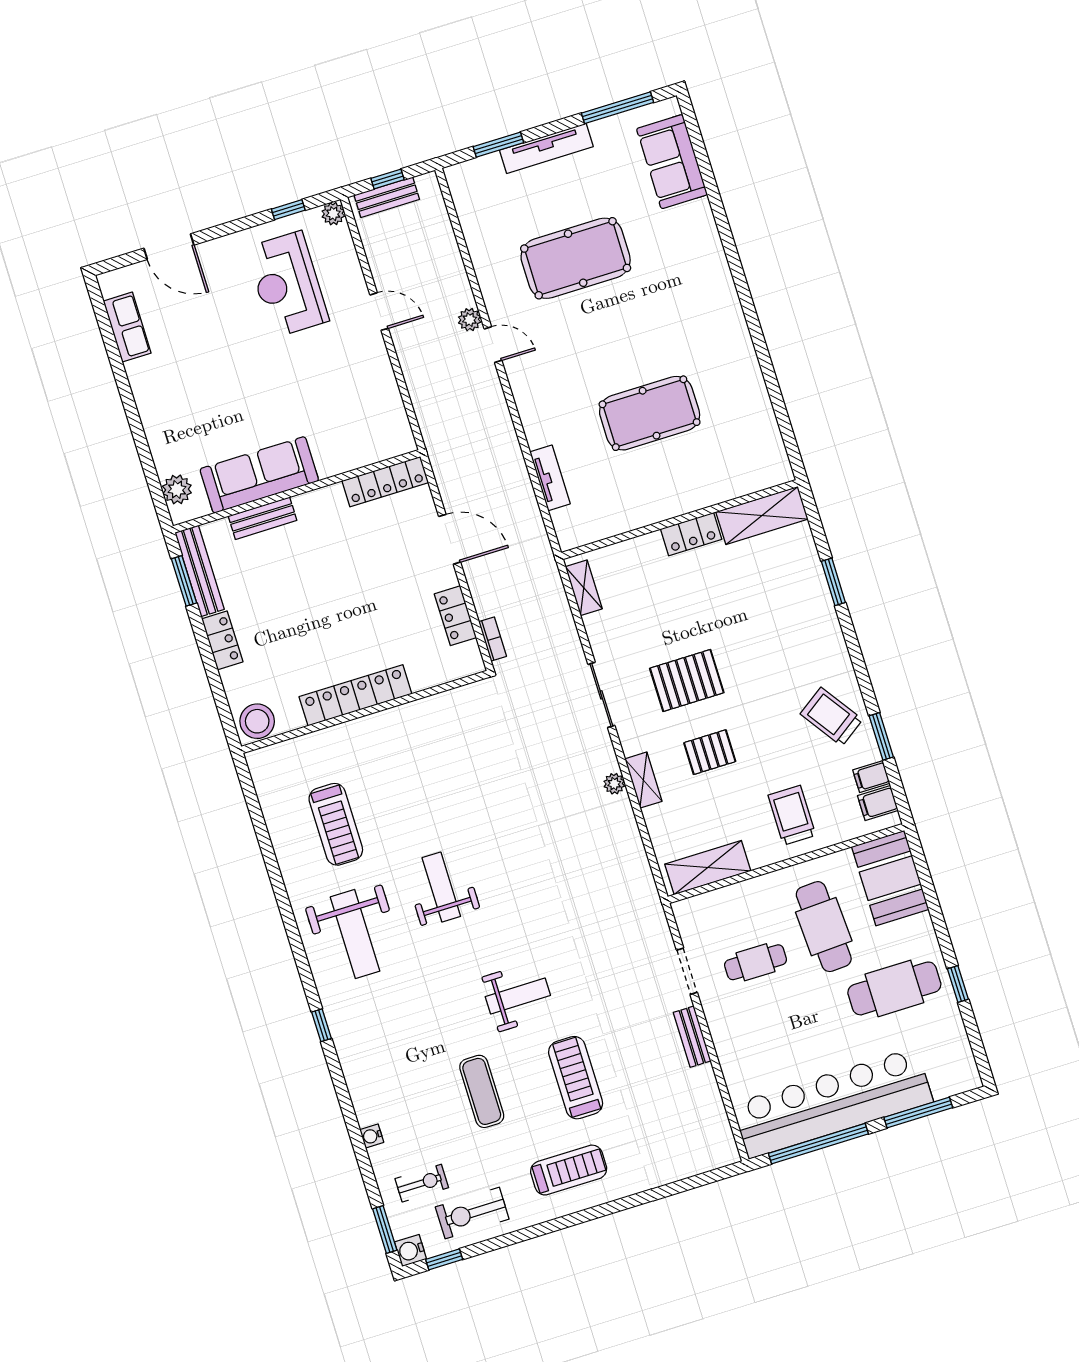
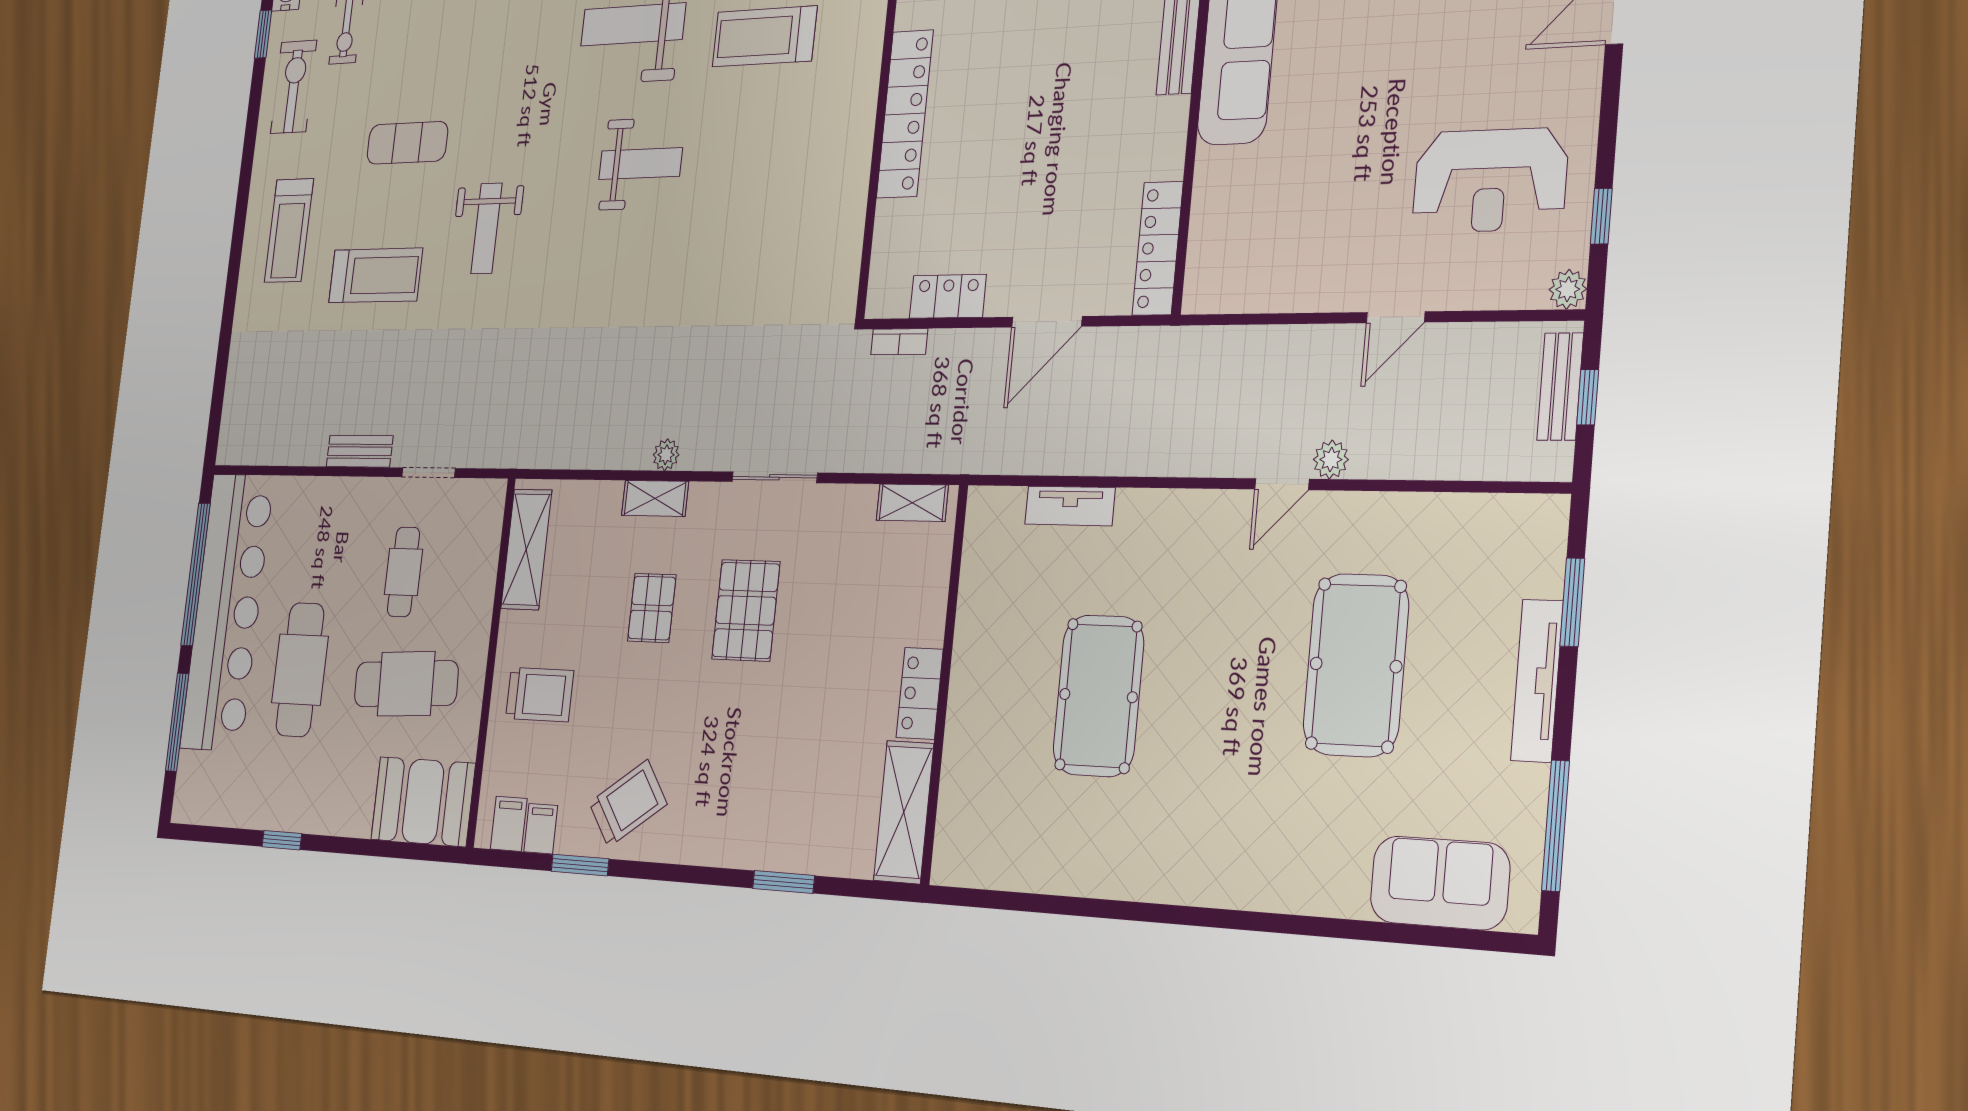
reception desk: (287, 284) -> (1490, 180), turned 180
cafe table: (894, 988) -> (300, 670), moved

